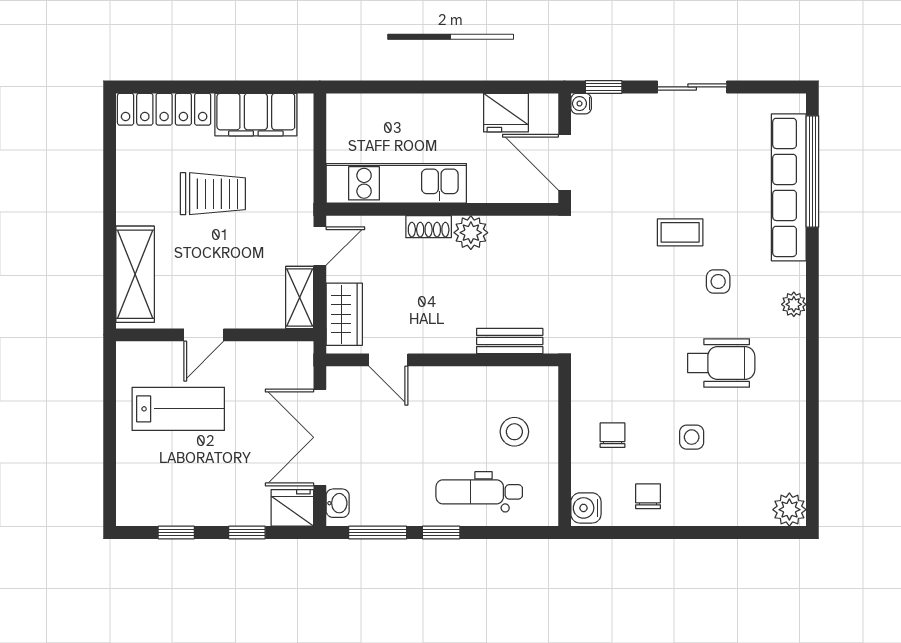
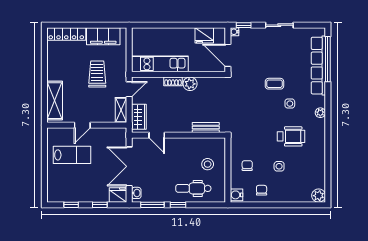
trolley: (213, 194) -> (97, 74), moved, turned -90

